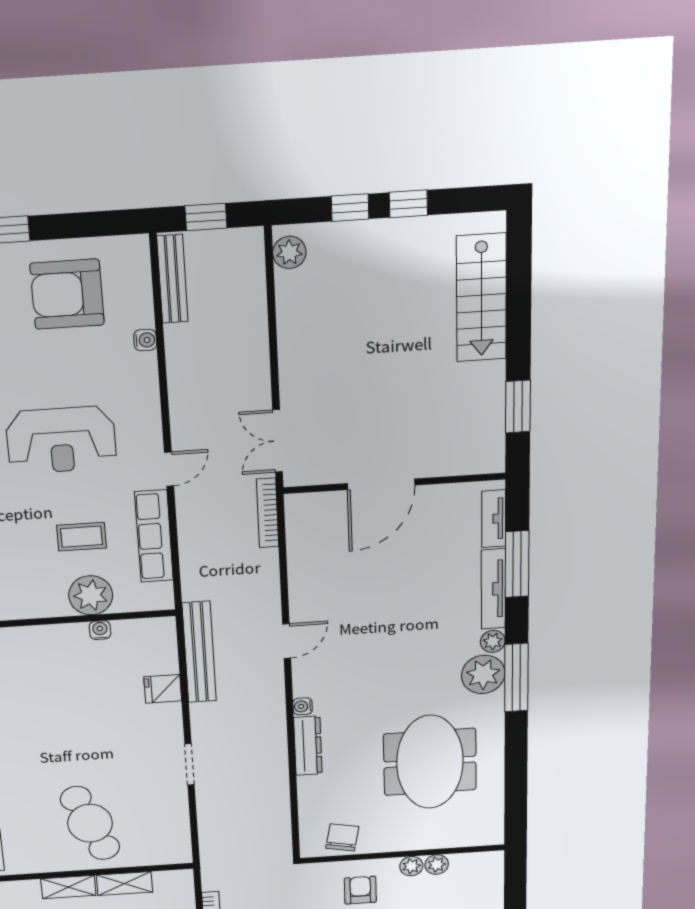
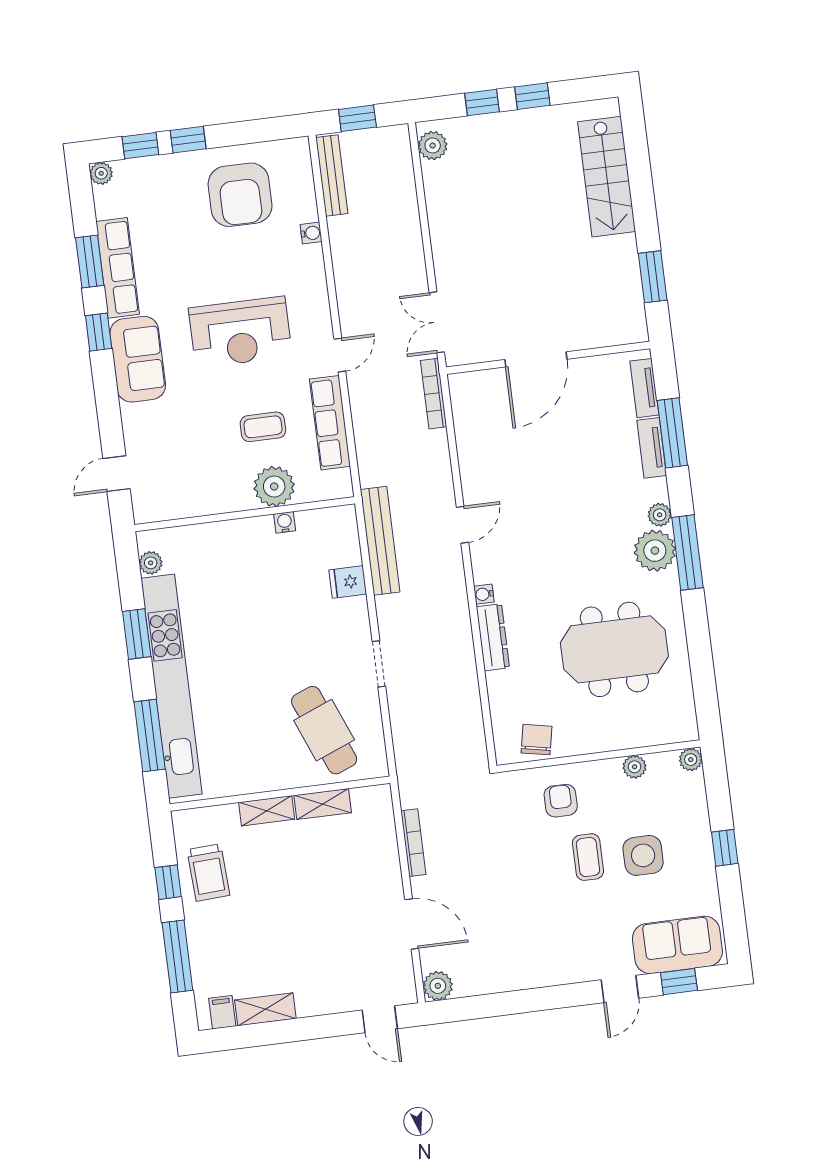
armchair: (67, 294) -> (240, 195), turned -90
tv unit: (493, 589) -> (652, 448), width x0.71
meeting table: (430, 762) -> (614, 649), turned 90
cafe table: (90, 823) -> (324, 730), moved
plant: (411, 866) -> (691, 760), moved

